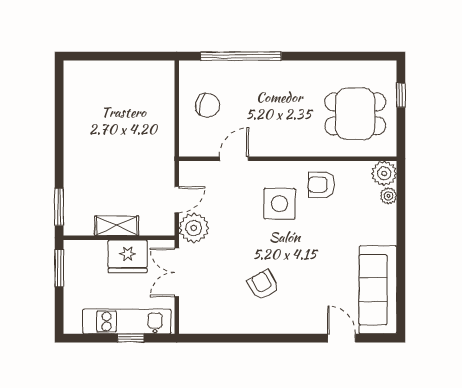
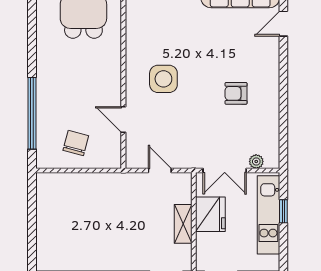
armchair: (321, 185) -> (147, 42), removed
plant: (194, 228) -> (256, 161), moved, width x0.53, depth x0.53
armchair: (263, 285) -> (236, 93), turned 30

